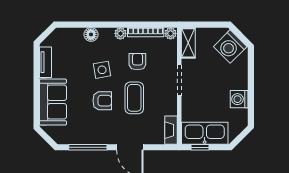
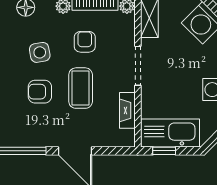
armchair: (102, 101) -> (40, 92), turned 180
fireplace: (171, 130) -> (127, 110), moved

